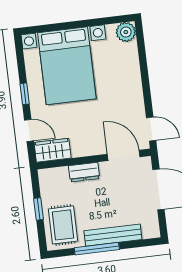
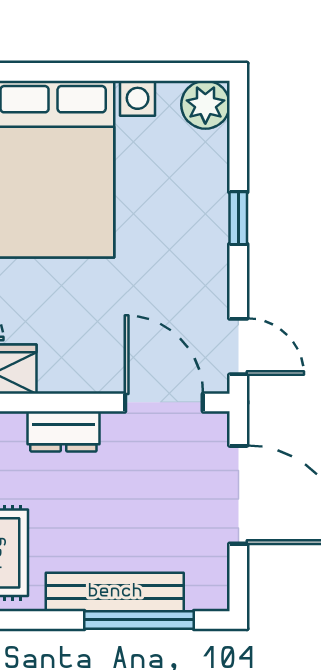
window: (145, 77) -> (238, 218), added
window: (97, 249) -> (139, 620), moved

